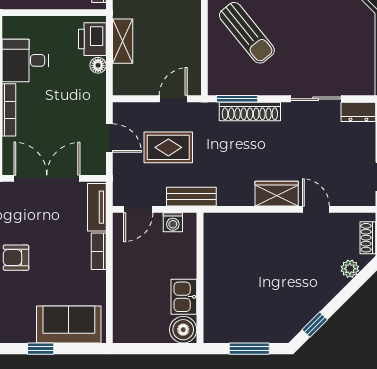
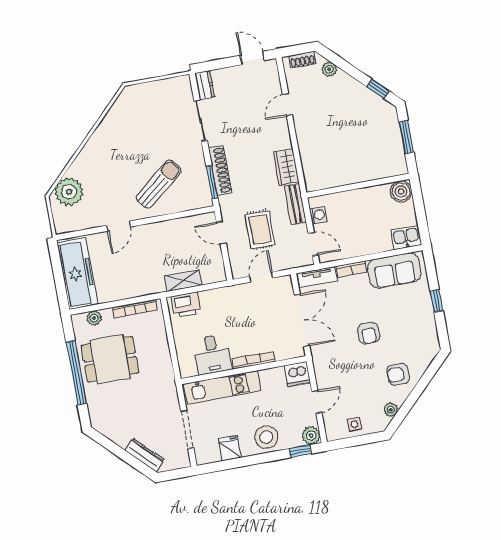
floor lamp: (98, 65) -> (206, 296), removed
double door: (47, 178) -> (302, 320), swing flipped
wardrobe: (277, 194) -> (286, 167), moved
kitchen sink: (184, 297) -> (406, 237), moved, turned 180
sofa: (69, 325) -> (394, 270), moved, turned -90

